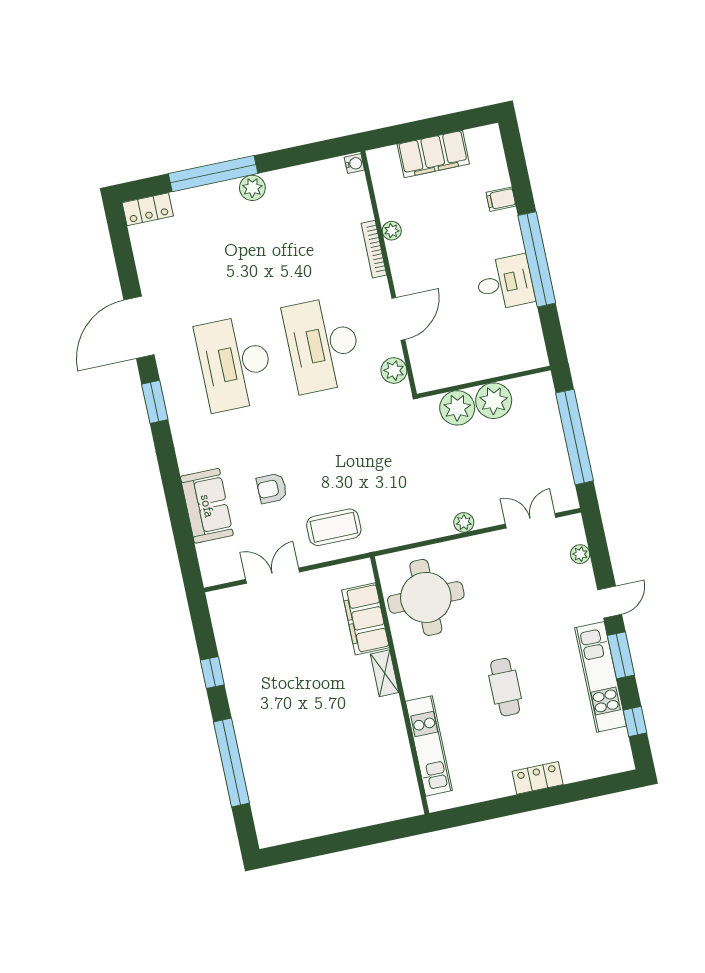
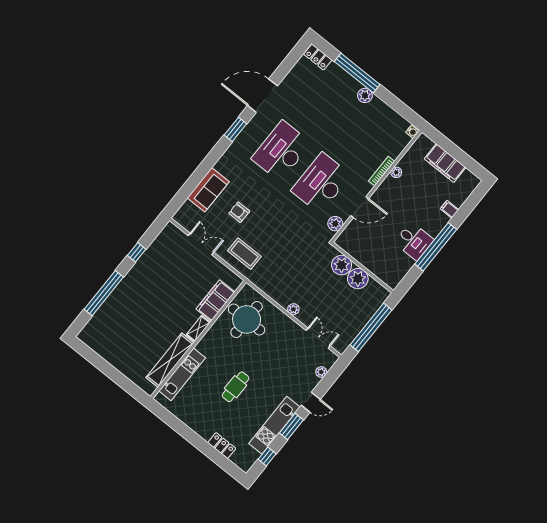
shelving: (396, 747) -> (170, 360), added
locker: (538, 778) -> (222, 446), moved

